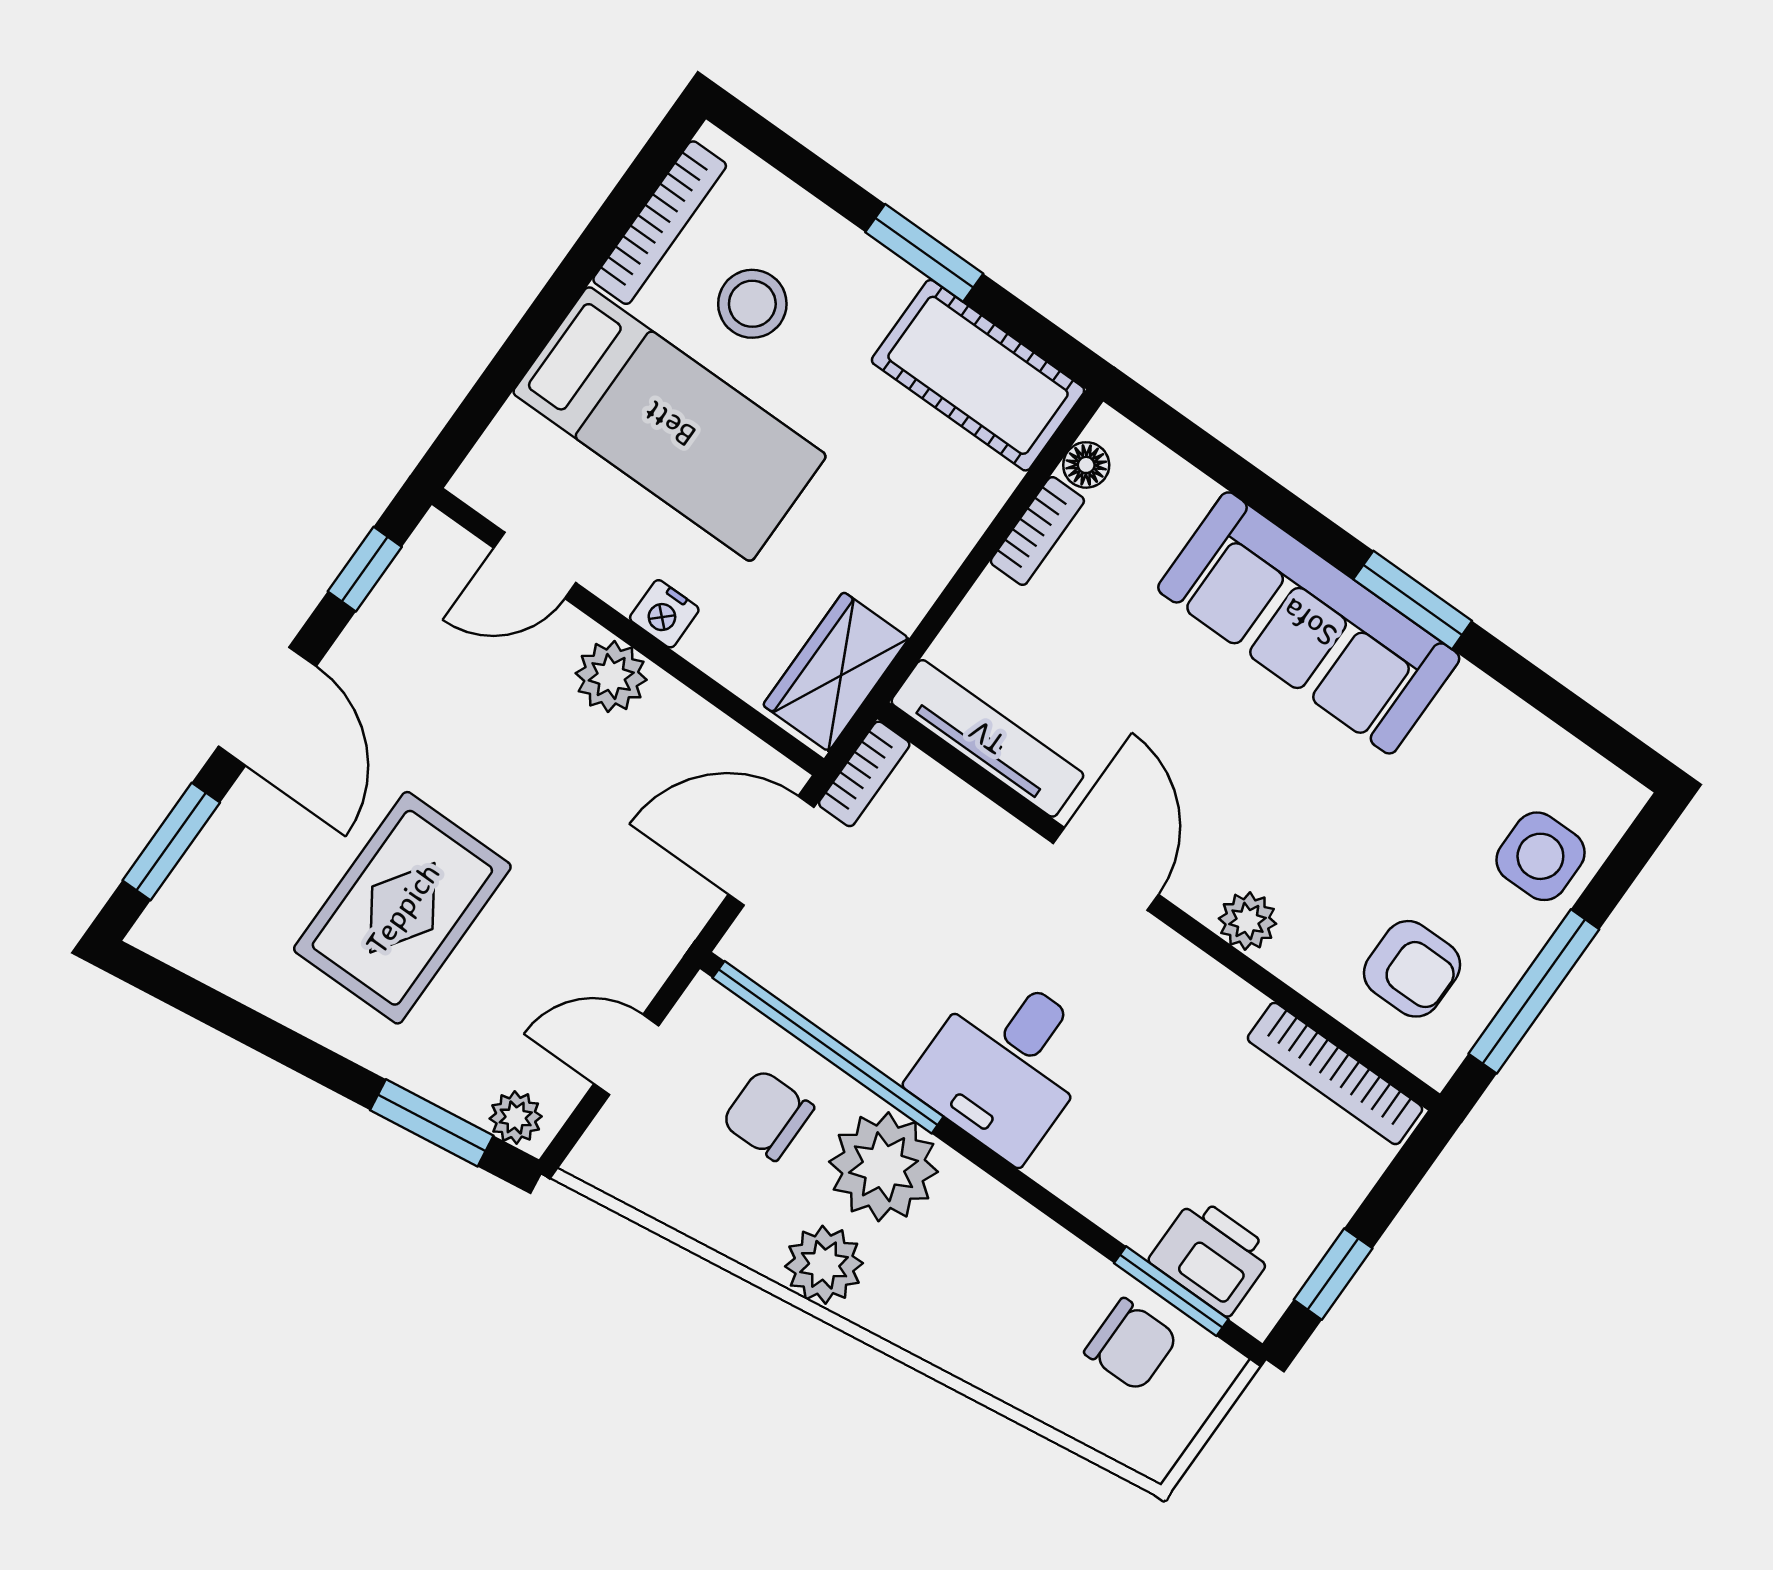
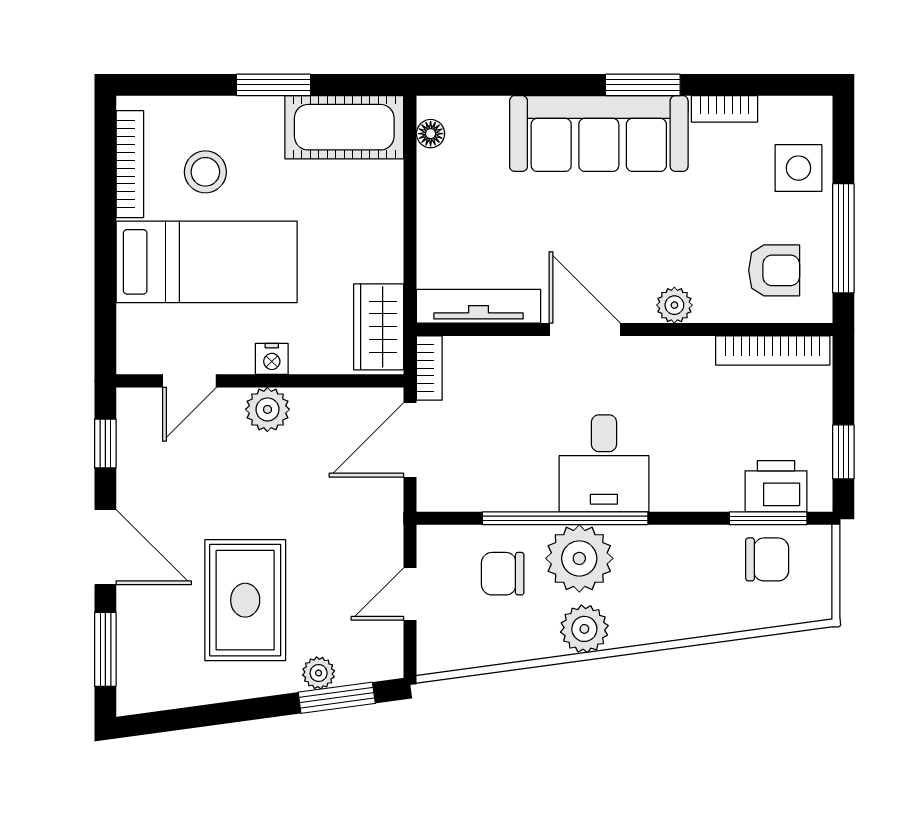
bookcase: (1037, 531) -> (725, 109), moved, turned 90
window: (828, 1047) -> (565, 518), moved
plant: (516, 1117) -> (319, 673), moved

